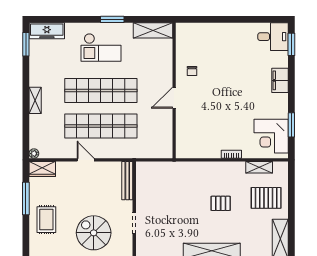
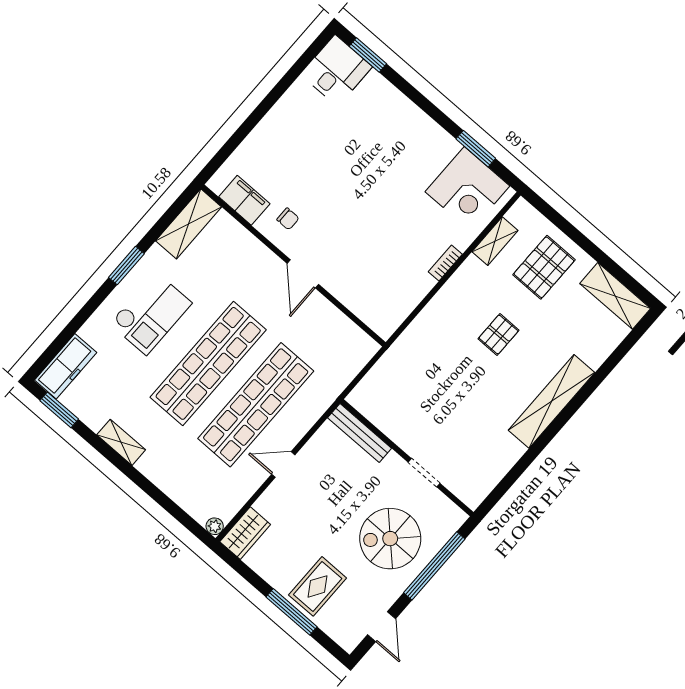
filing cabinet: (280, 80) -> (244, 200), moved, turned 180
shelving: (35, 100) -> (121, 442), moved
window: (26, 198) -> (291, 612), moved
rug: (46, 220) -> (318, 586), turned 90

